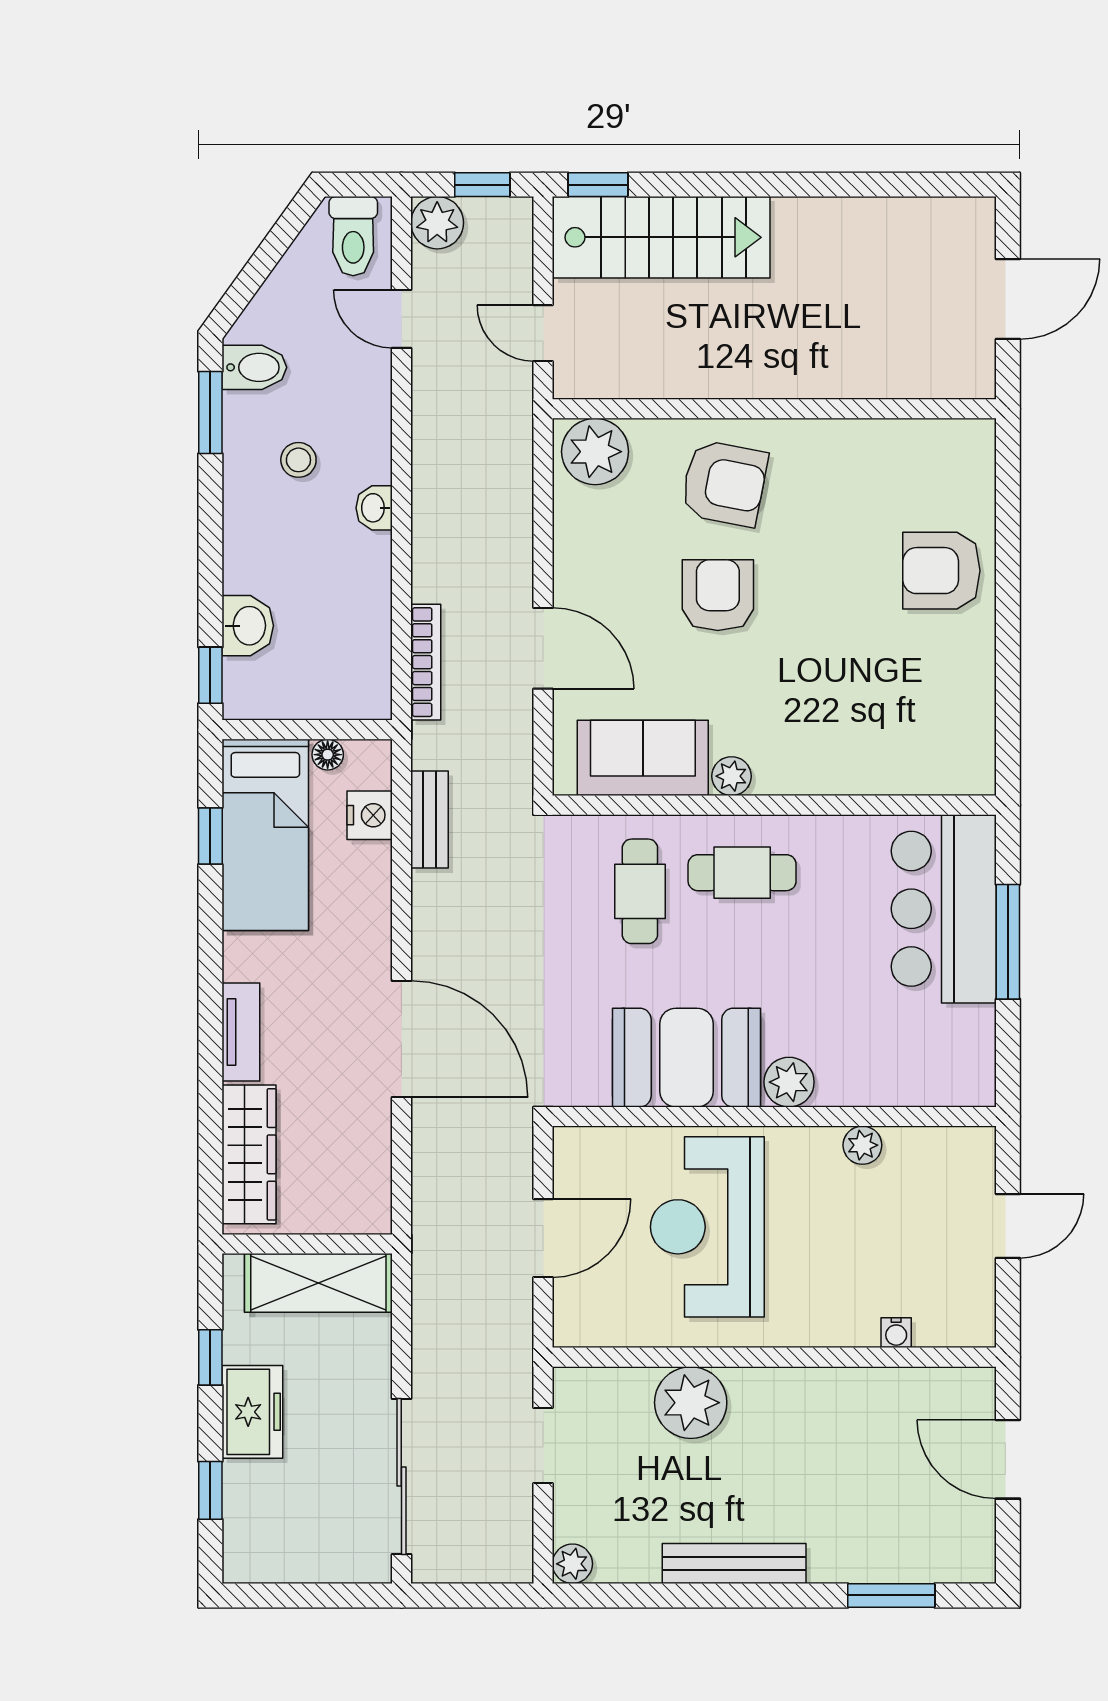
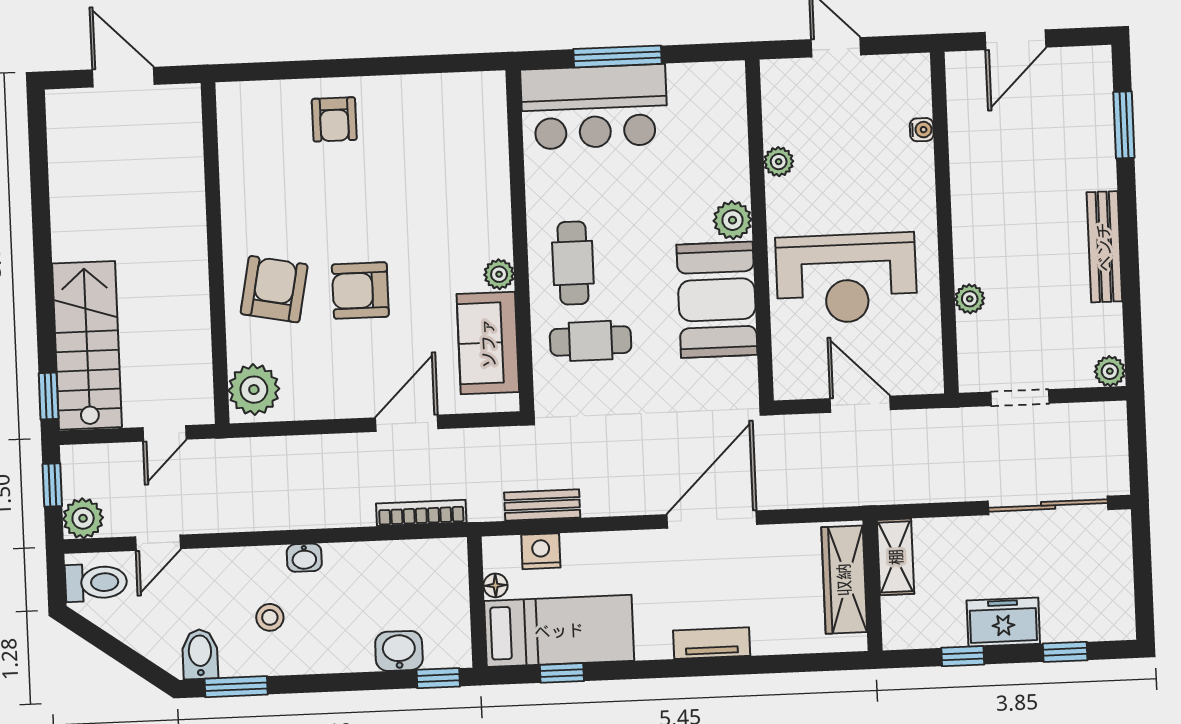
armchair: (941, 571) -> (334, 119), width x0.72, depth x0.72
wardrobe: (249, 1154) -> (844, 580), moved, turned -90
shelving: (318, 1283) -> (896, 557), width x0.67, depth x0.75
plant: (691, 1403) -> (970, 299), width x0.53, depth x0.53

